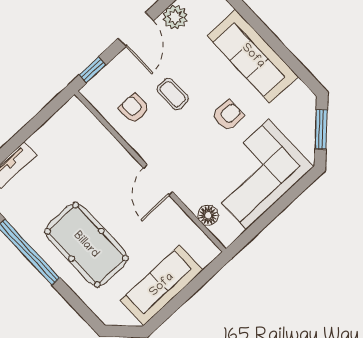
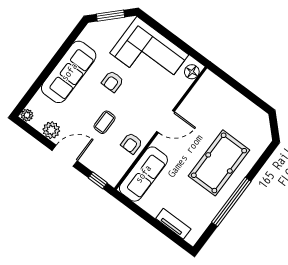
armchair: (134, 108) -> (131, 143), moved
armchair: (228, 115) -> (112, 81), turned -90
floor lamp: (208, 215) -> (192, 72), moved
sofa: (162, 285) -> (143, 174), moved, turned -90

